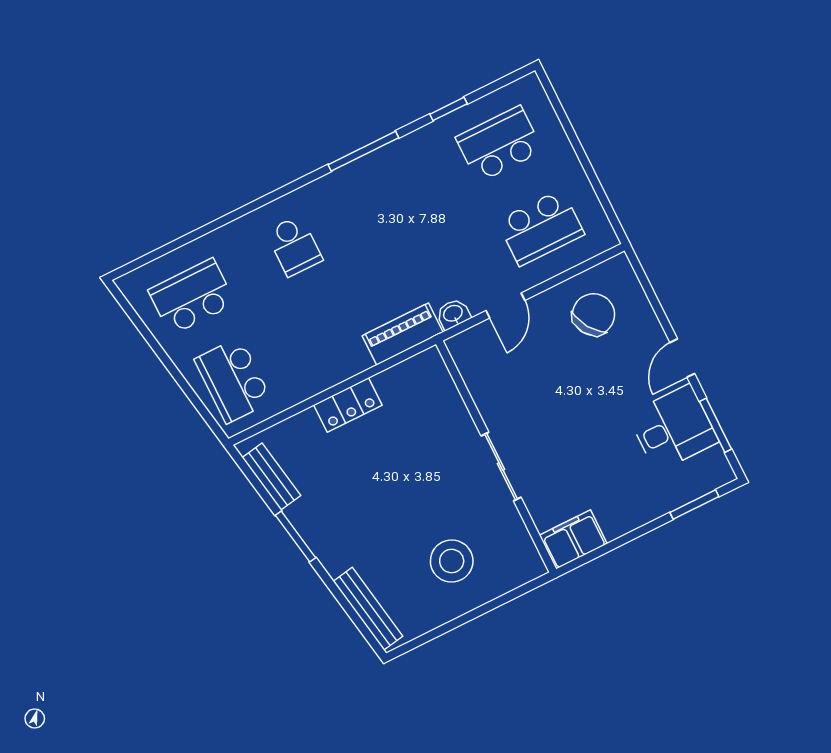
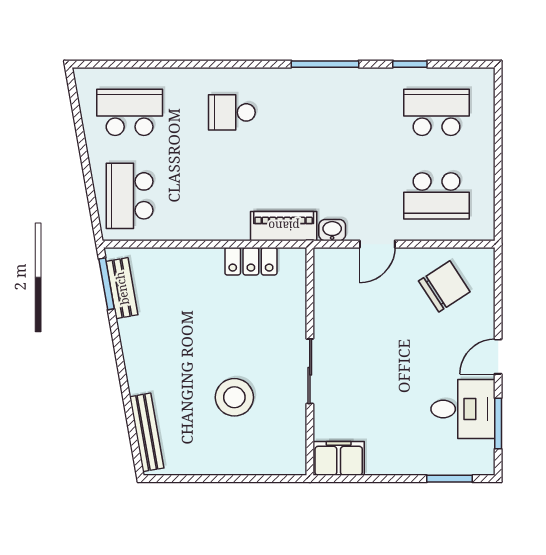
school desk: (294, 246) -> (232, 112), turned 90
locker: (348, 405) -> (251, 261), moved
window: (296, 537) -> (107, 284), moved
stool: (452, 561) -> (234, 397), moved

